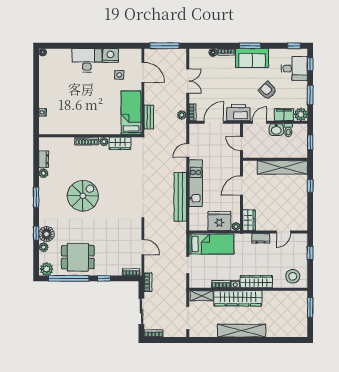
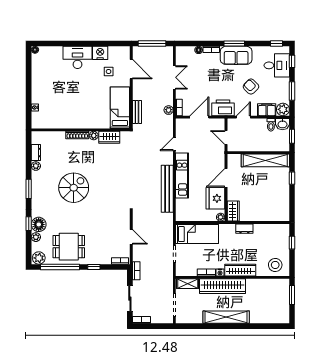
washbasin: (276, 130) -> (282, 124), moved
fridge: (219, 221) -> (215, 198), moved, turned -90
door: (283, 232) -> (266, 223), removed

